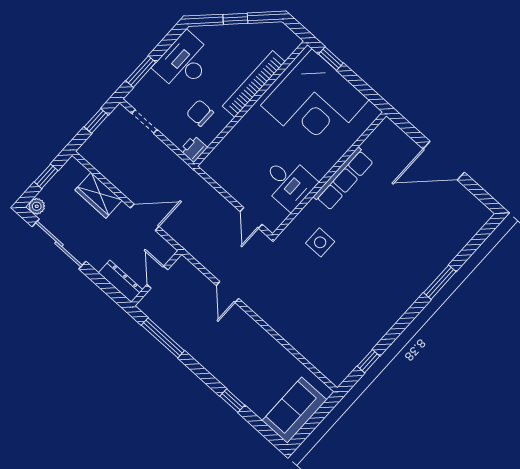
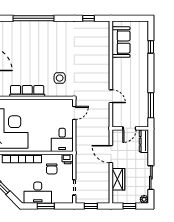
window: (141, 72) -> (46, 206), moved
desk: (288, 183) -> (62, 140), moved, turned 180
sliding door: (59, 244) -> (151, 178), width x0.73
window: (440, 282) -> (33, 18), width x2.11
door: (227, 292) -> (111, 96), hinge flipped
window: (232, 401) -> (151, 47), moved
sofa: (294, 410) -> (121, 42), moved, turned -90

